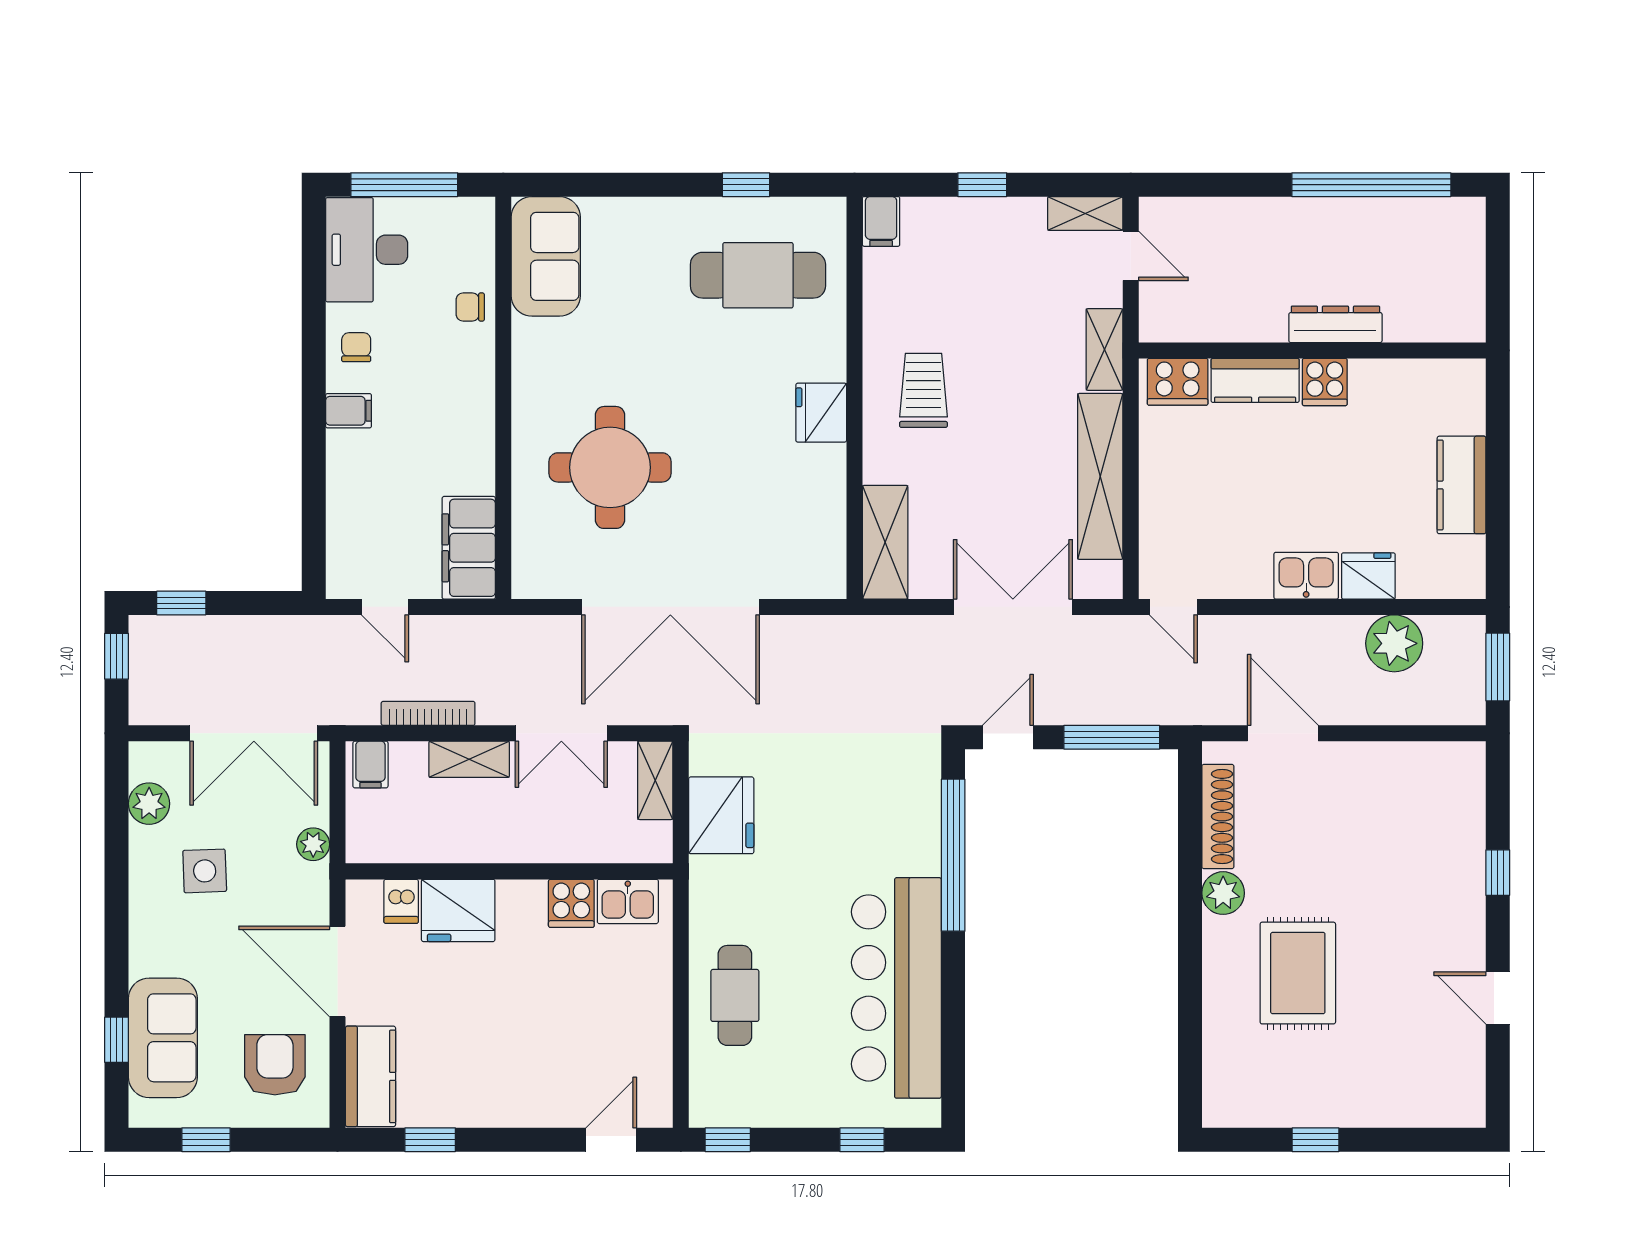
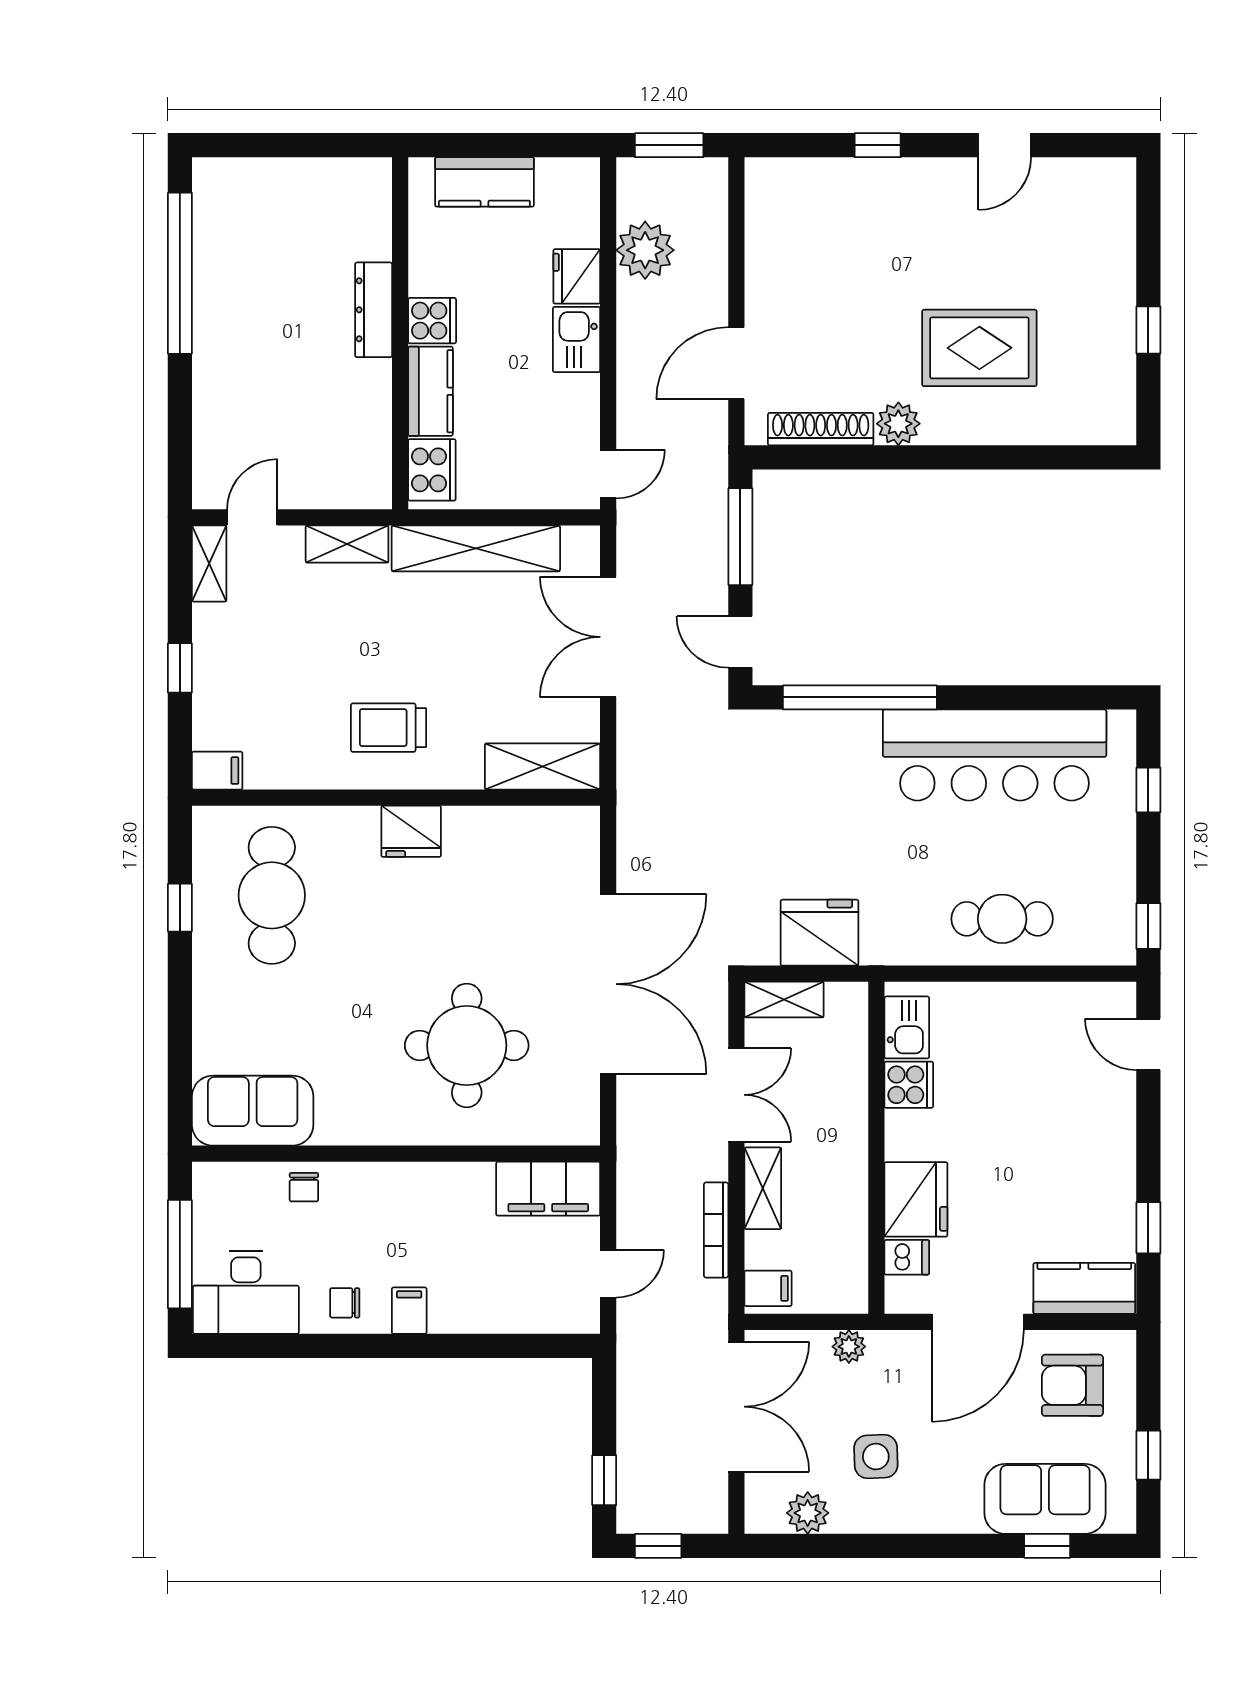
dresser: (1335, 324) -> (374, 310), moved
wall: (1312, 350) -> (400, 333), moved
kitchen counter: (1255, 380) -> (430, 391), moved
cooker: (1178, 382) -> (432, 470), moved
cooker: (1325, 382) -> (432, 321), moved

